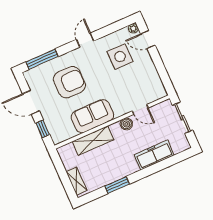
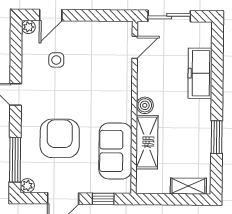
side table: (120, 57) -> (56, 60), width x0.54, depth x0.54
plant: (29, 75) -> (27, 186), added
door: (140, 109) -> (135, 47), moved
sofa: (92, 116) -> (115, 151), moved
boiler: (126, 124) -> (145, 105), moved

